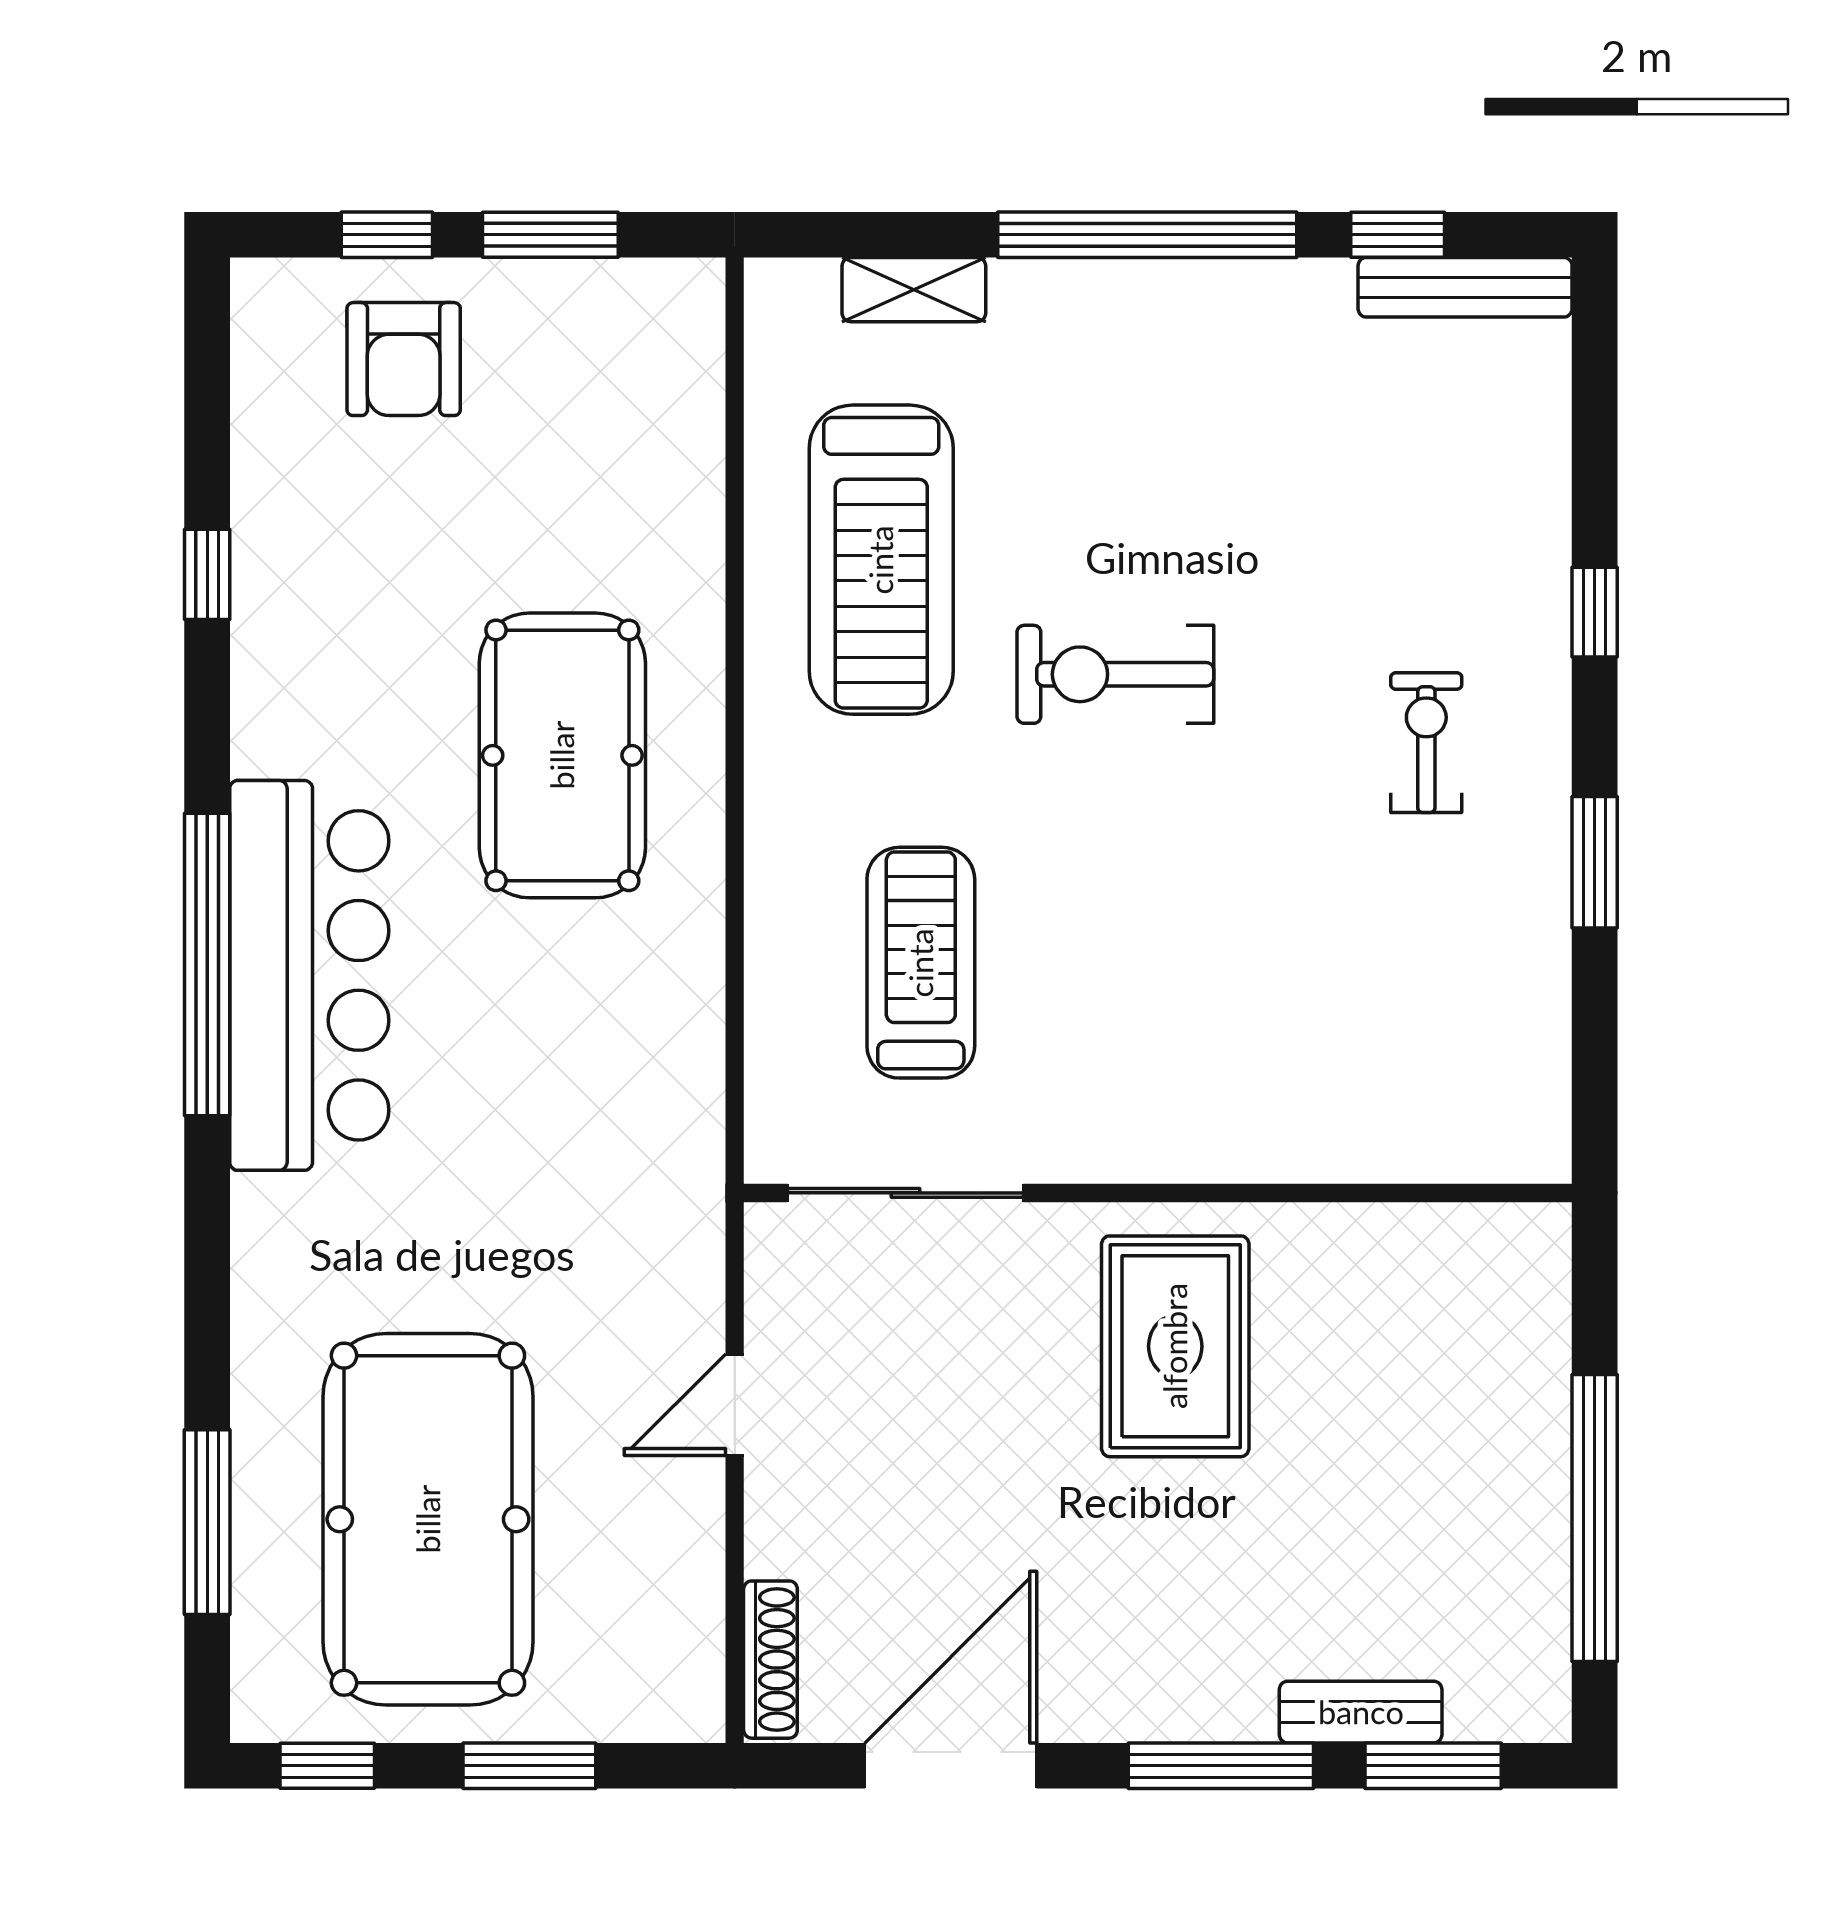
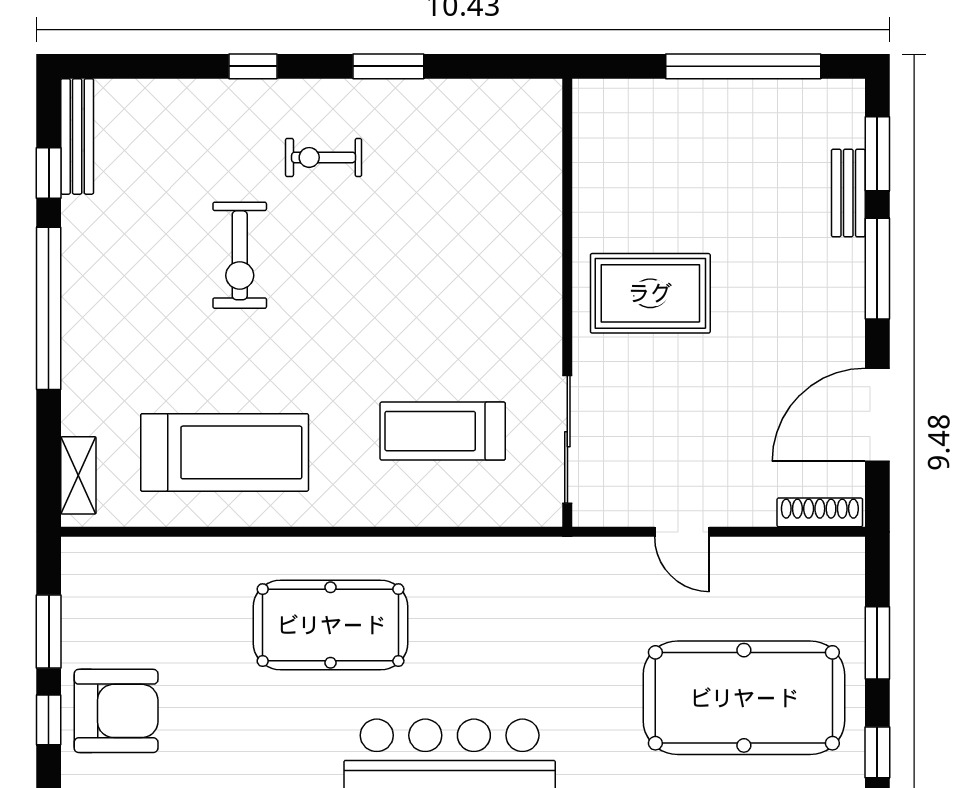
shelving: (914, 290) -> (78, 475), moved
armchair: (404, 359) -> (116, 711), width x1.36, depth x1.36
exercise bike: (1115, 674) -> (240, 255), moved
door: (951, 1766) -> (877, 415), hinge flipped

